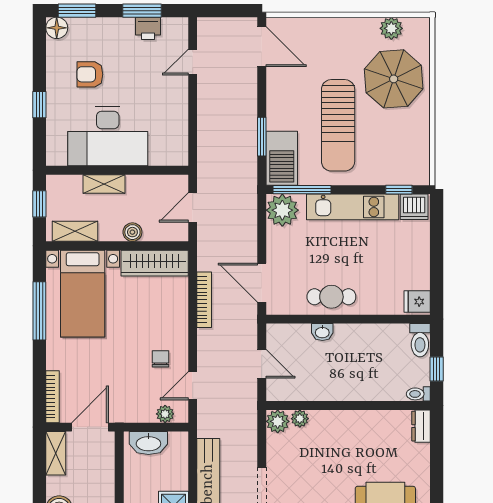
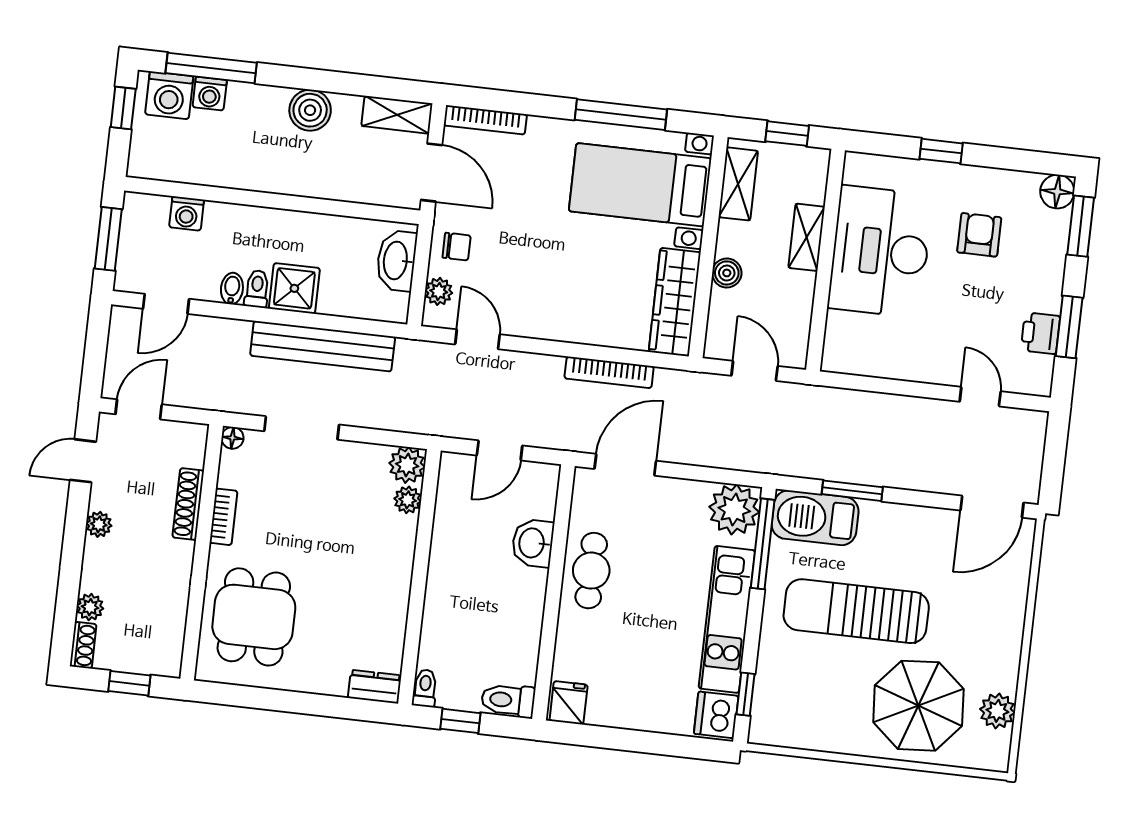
washbasin: (322, 332) -> (533, 543), width x1.38, depth x1.45
chair: (160, 359) -> (457, 247), moved

